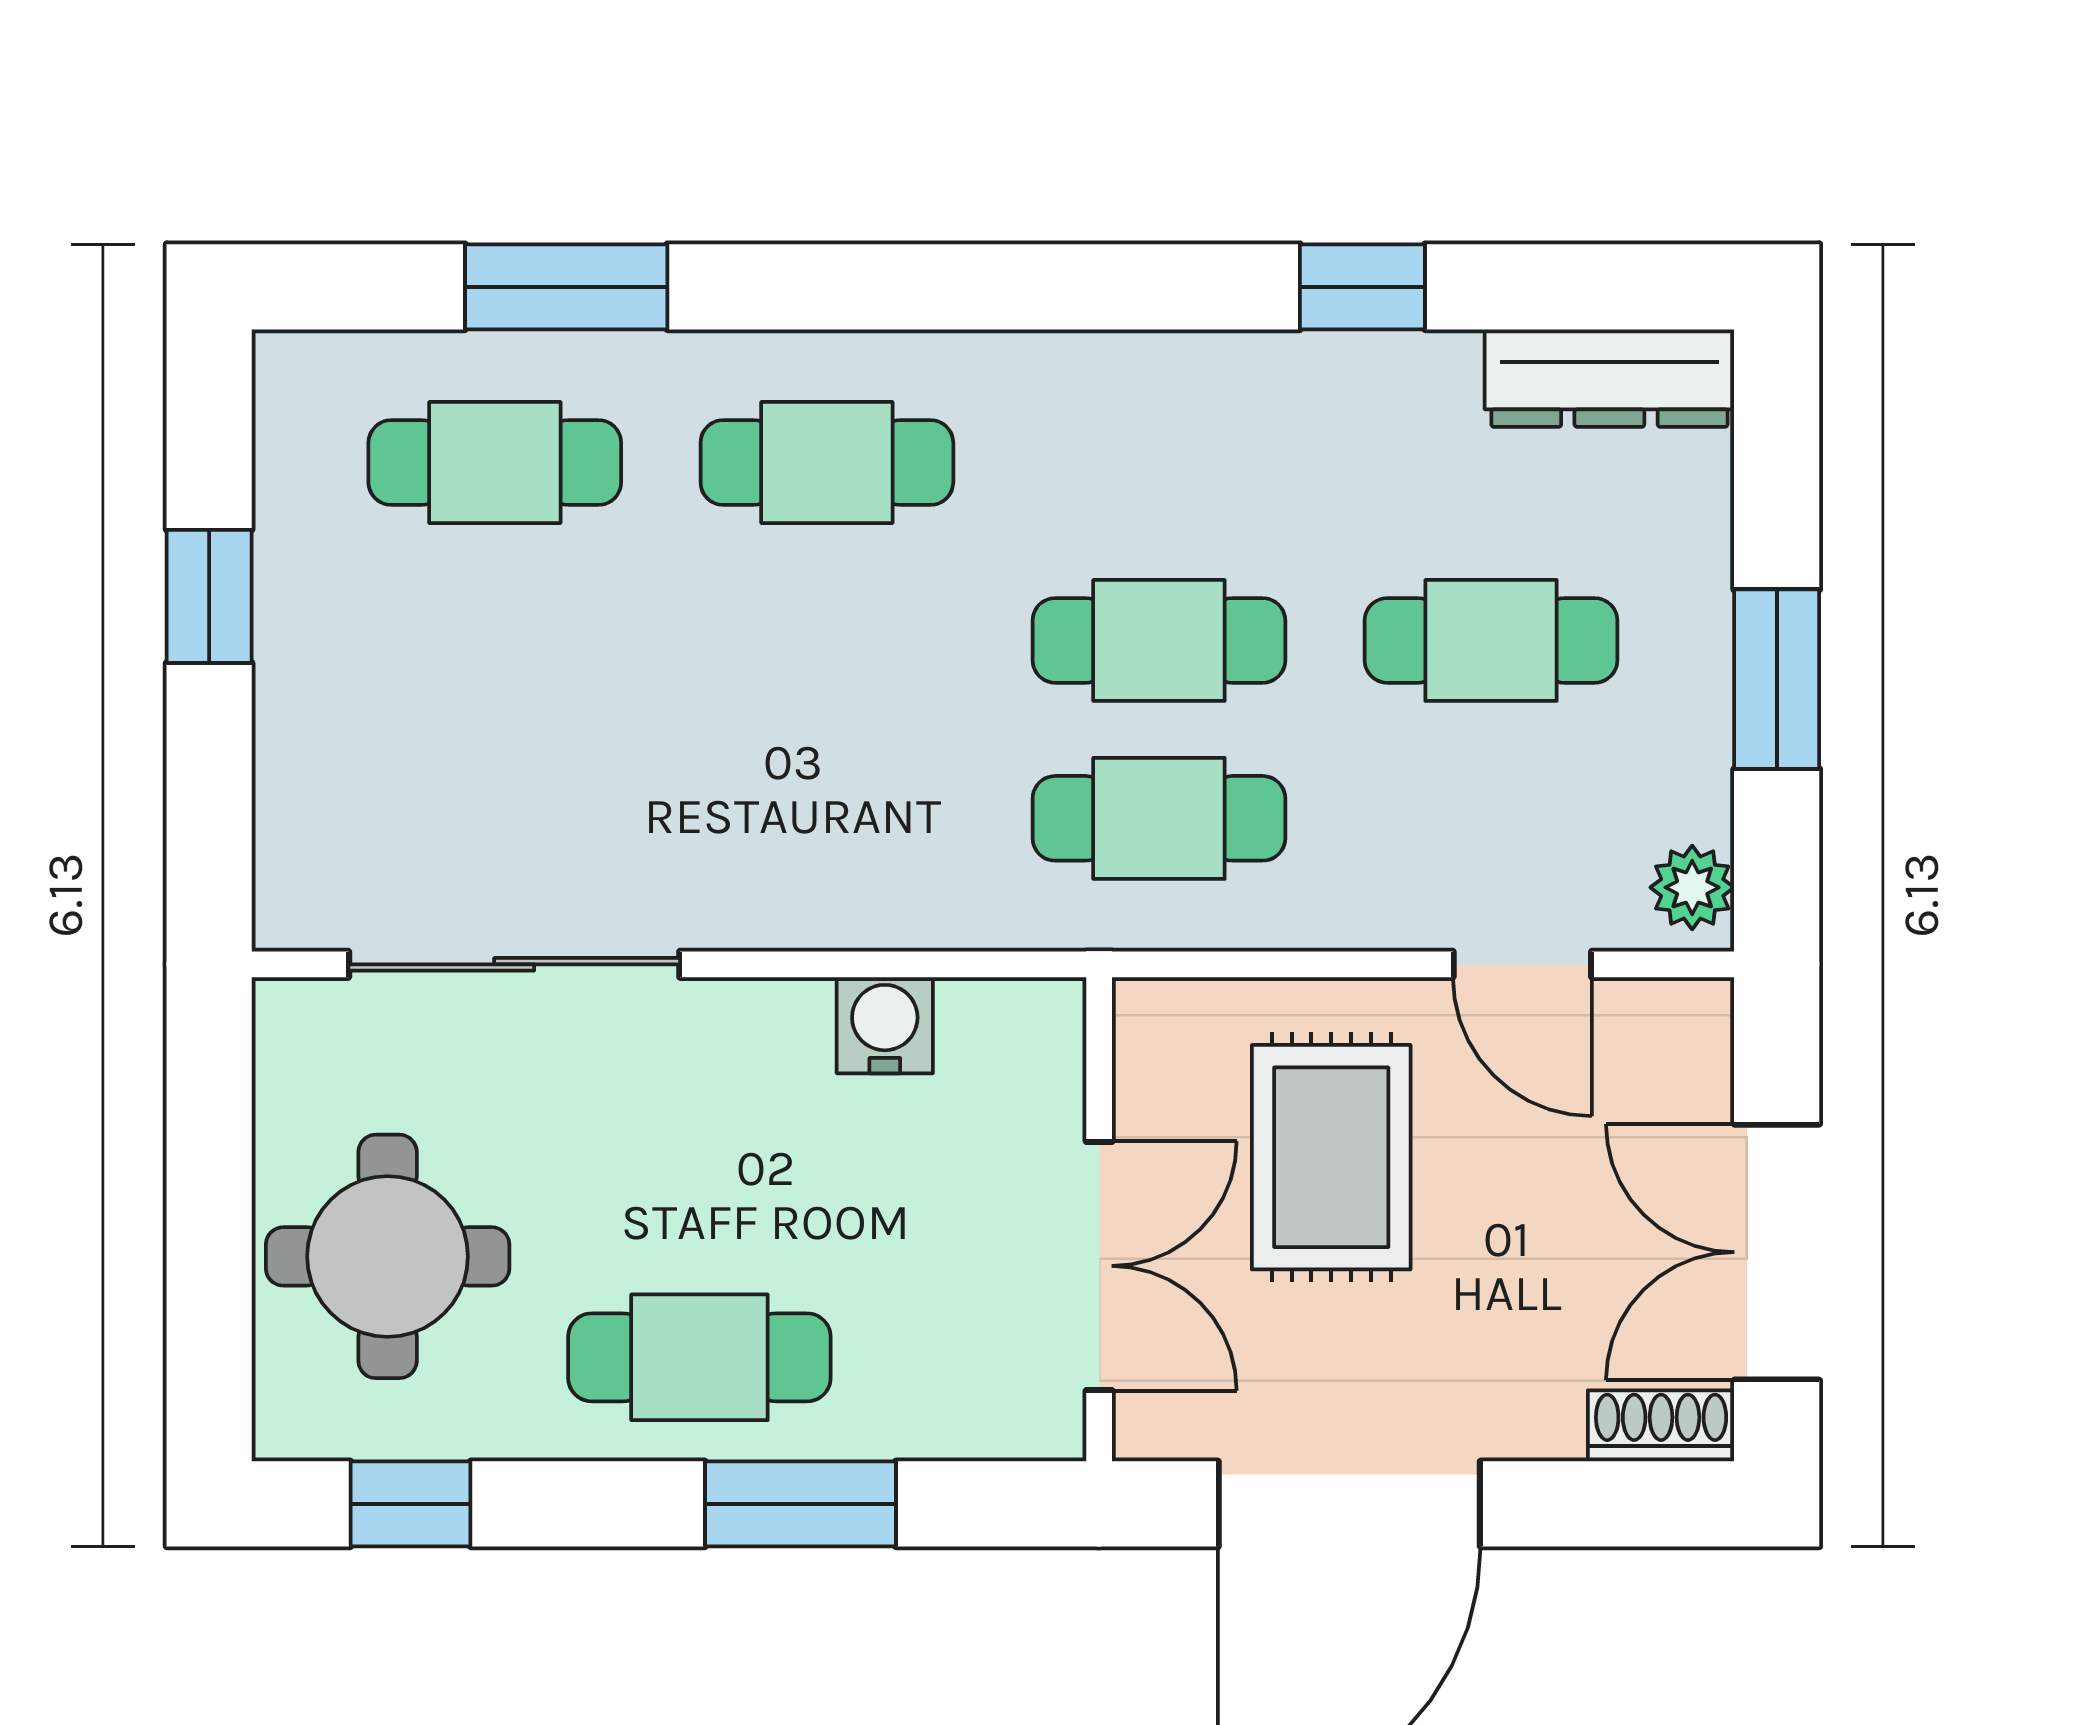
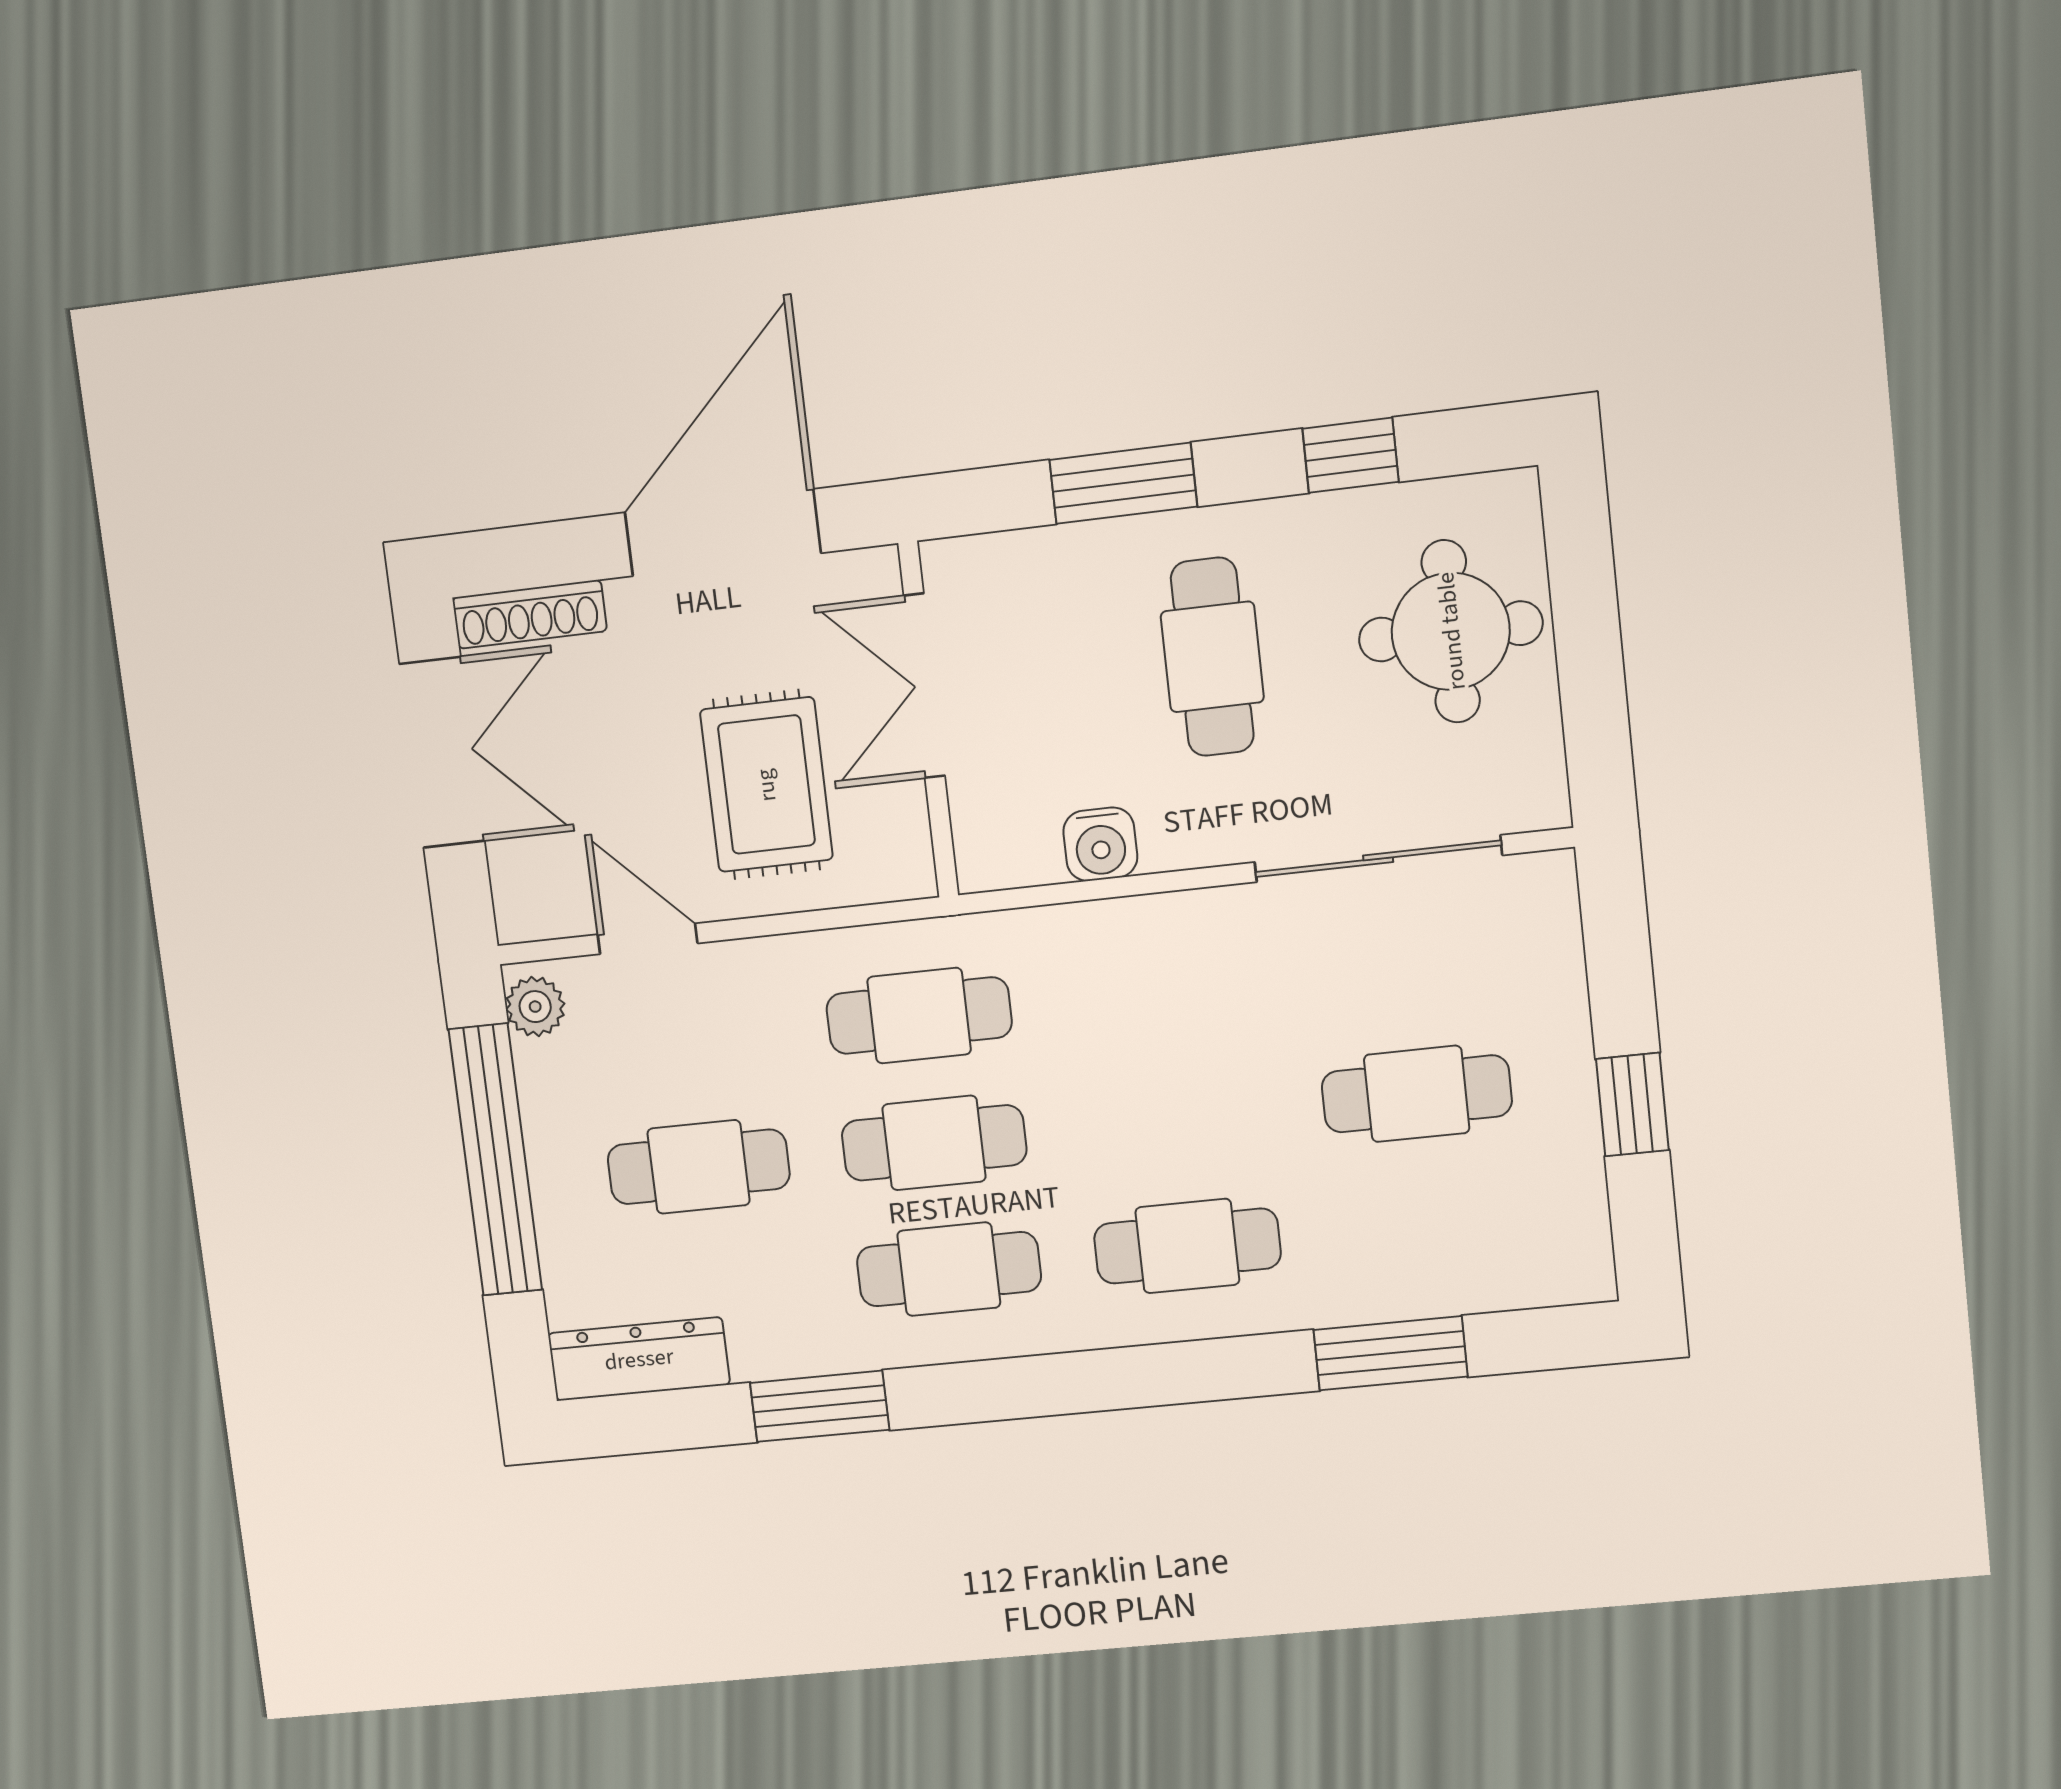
window: (1362, 287) -> (820, 1406), width x1.50
cafe table: (495, 463) -> (1417, 1094), moved
cafe table: (1159, 463) -> (949, 1269), added
window: (1777, 679) -> (495, 1160), width x2.11
cafe table: (699, 1357) -> (1212, 657), moved, turned 90
shoe rack: (1661, 1426) -> (529, 614), width x1.43
window: (411, 1504) -> (1351, 455), moved

